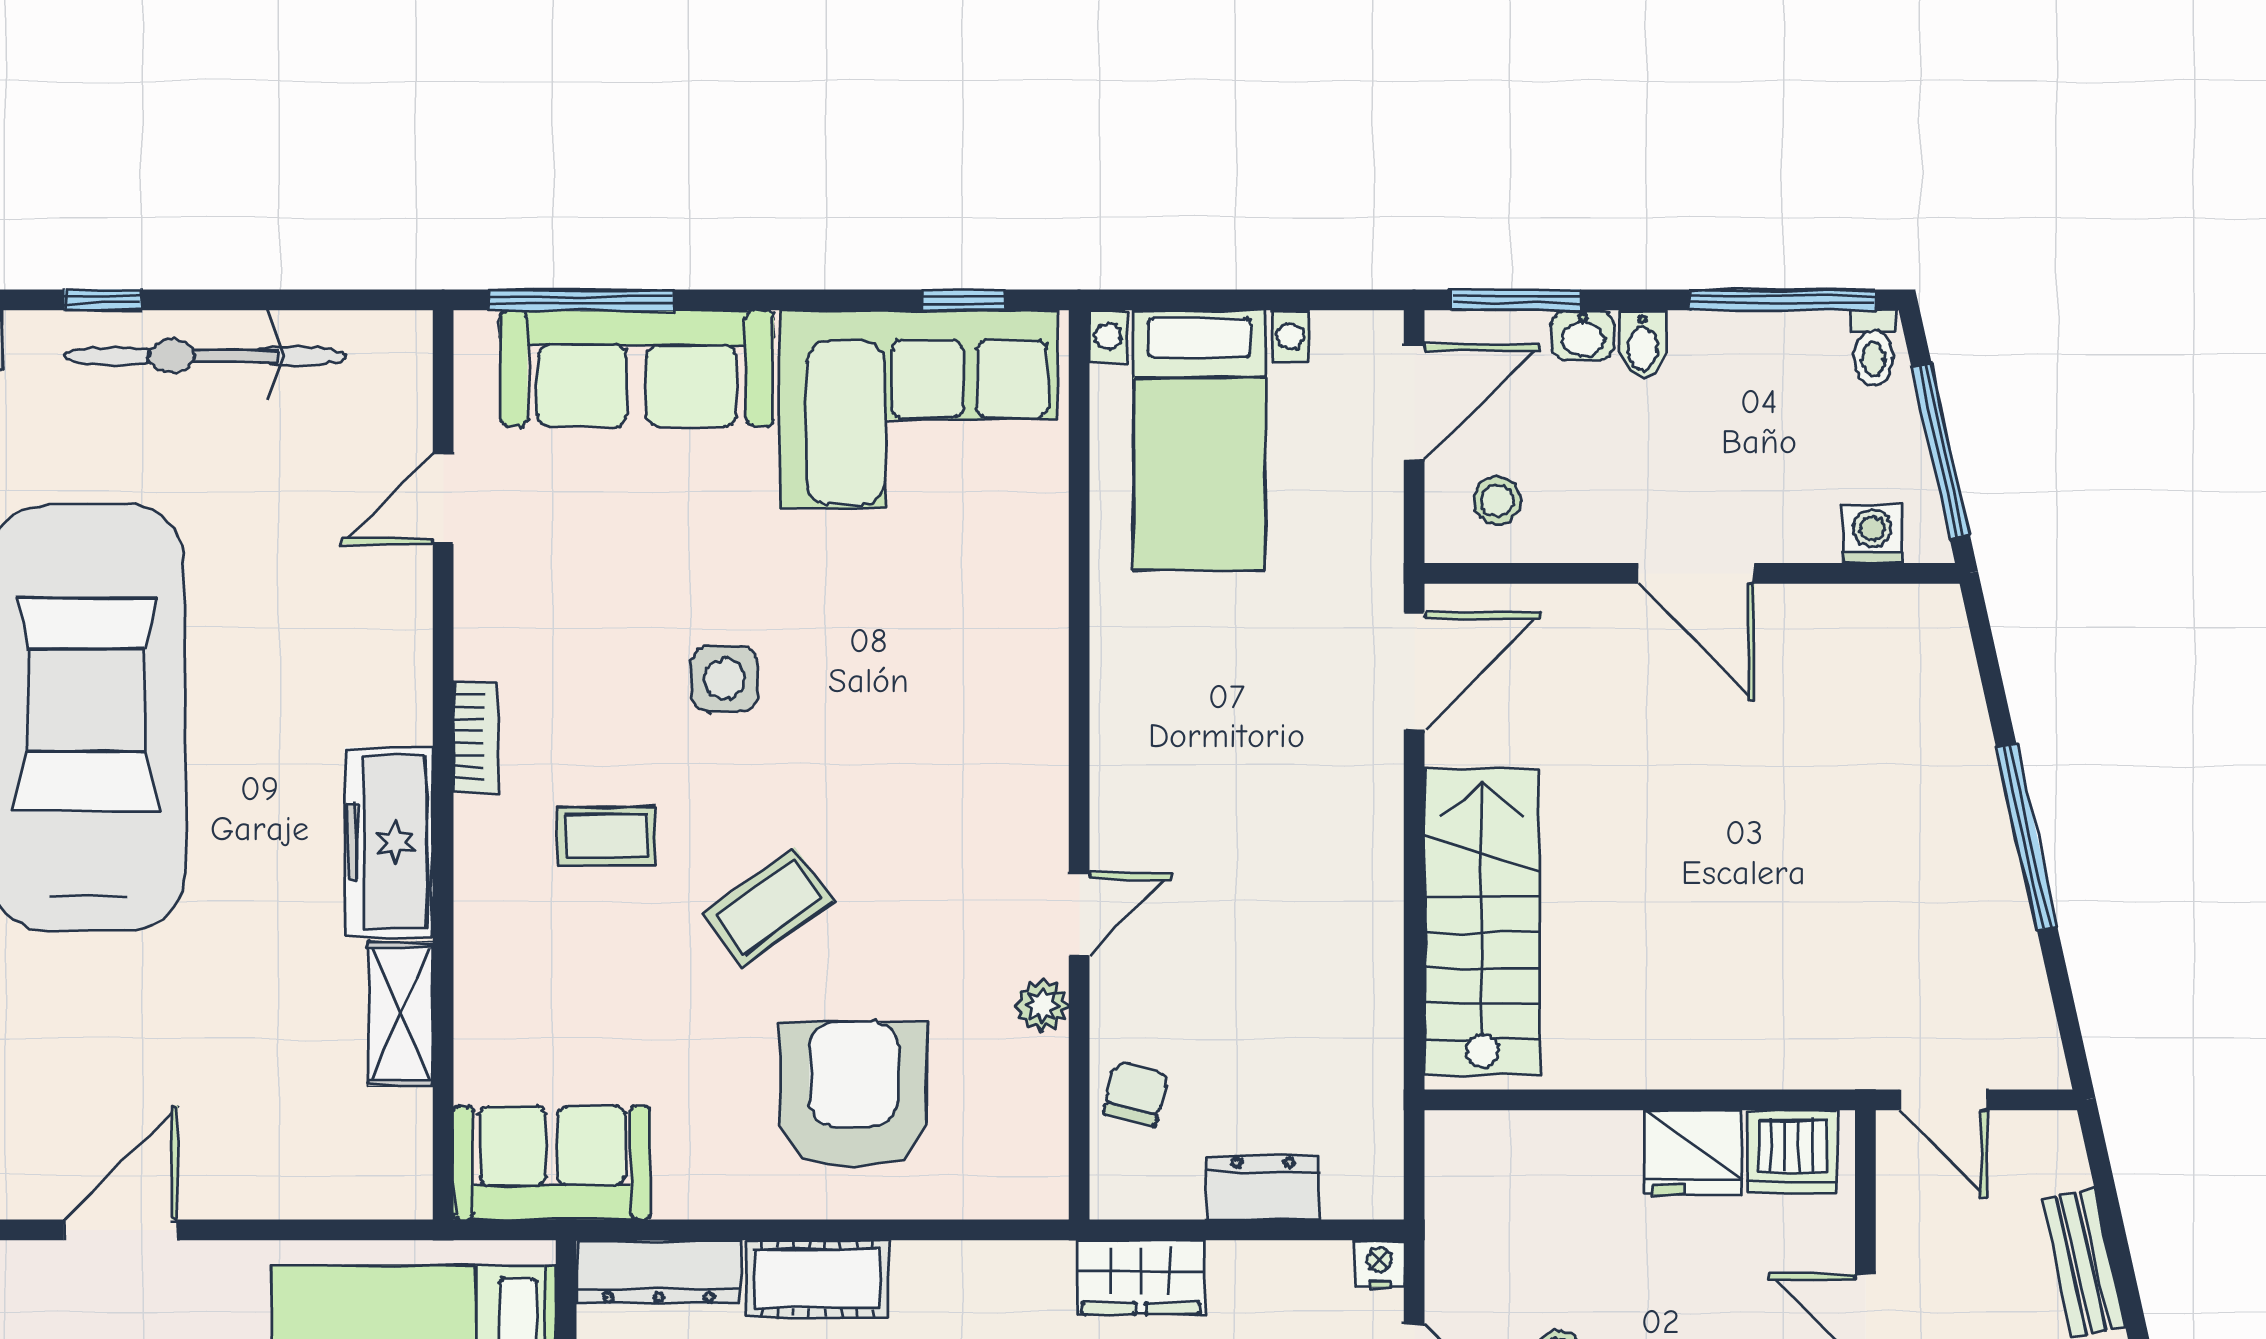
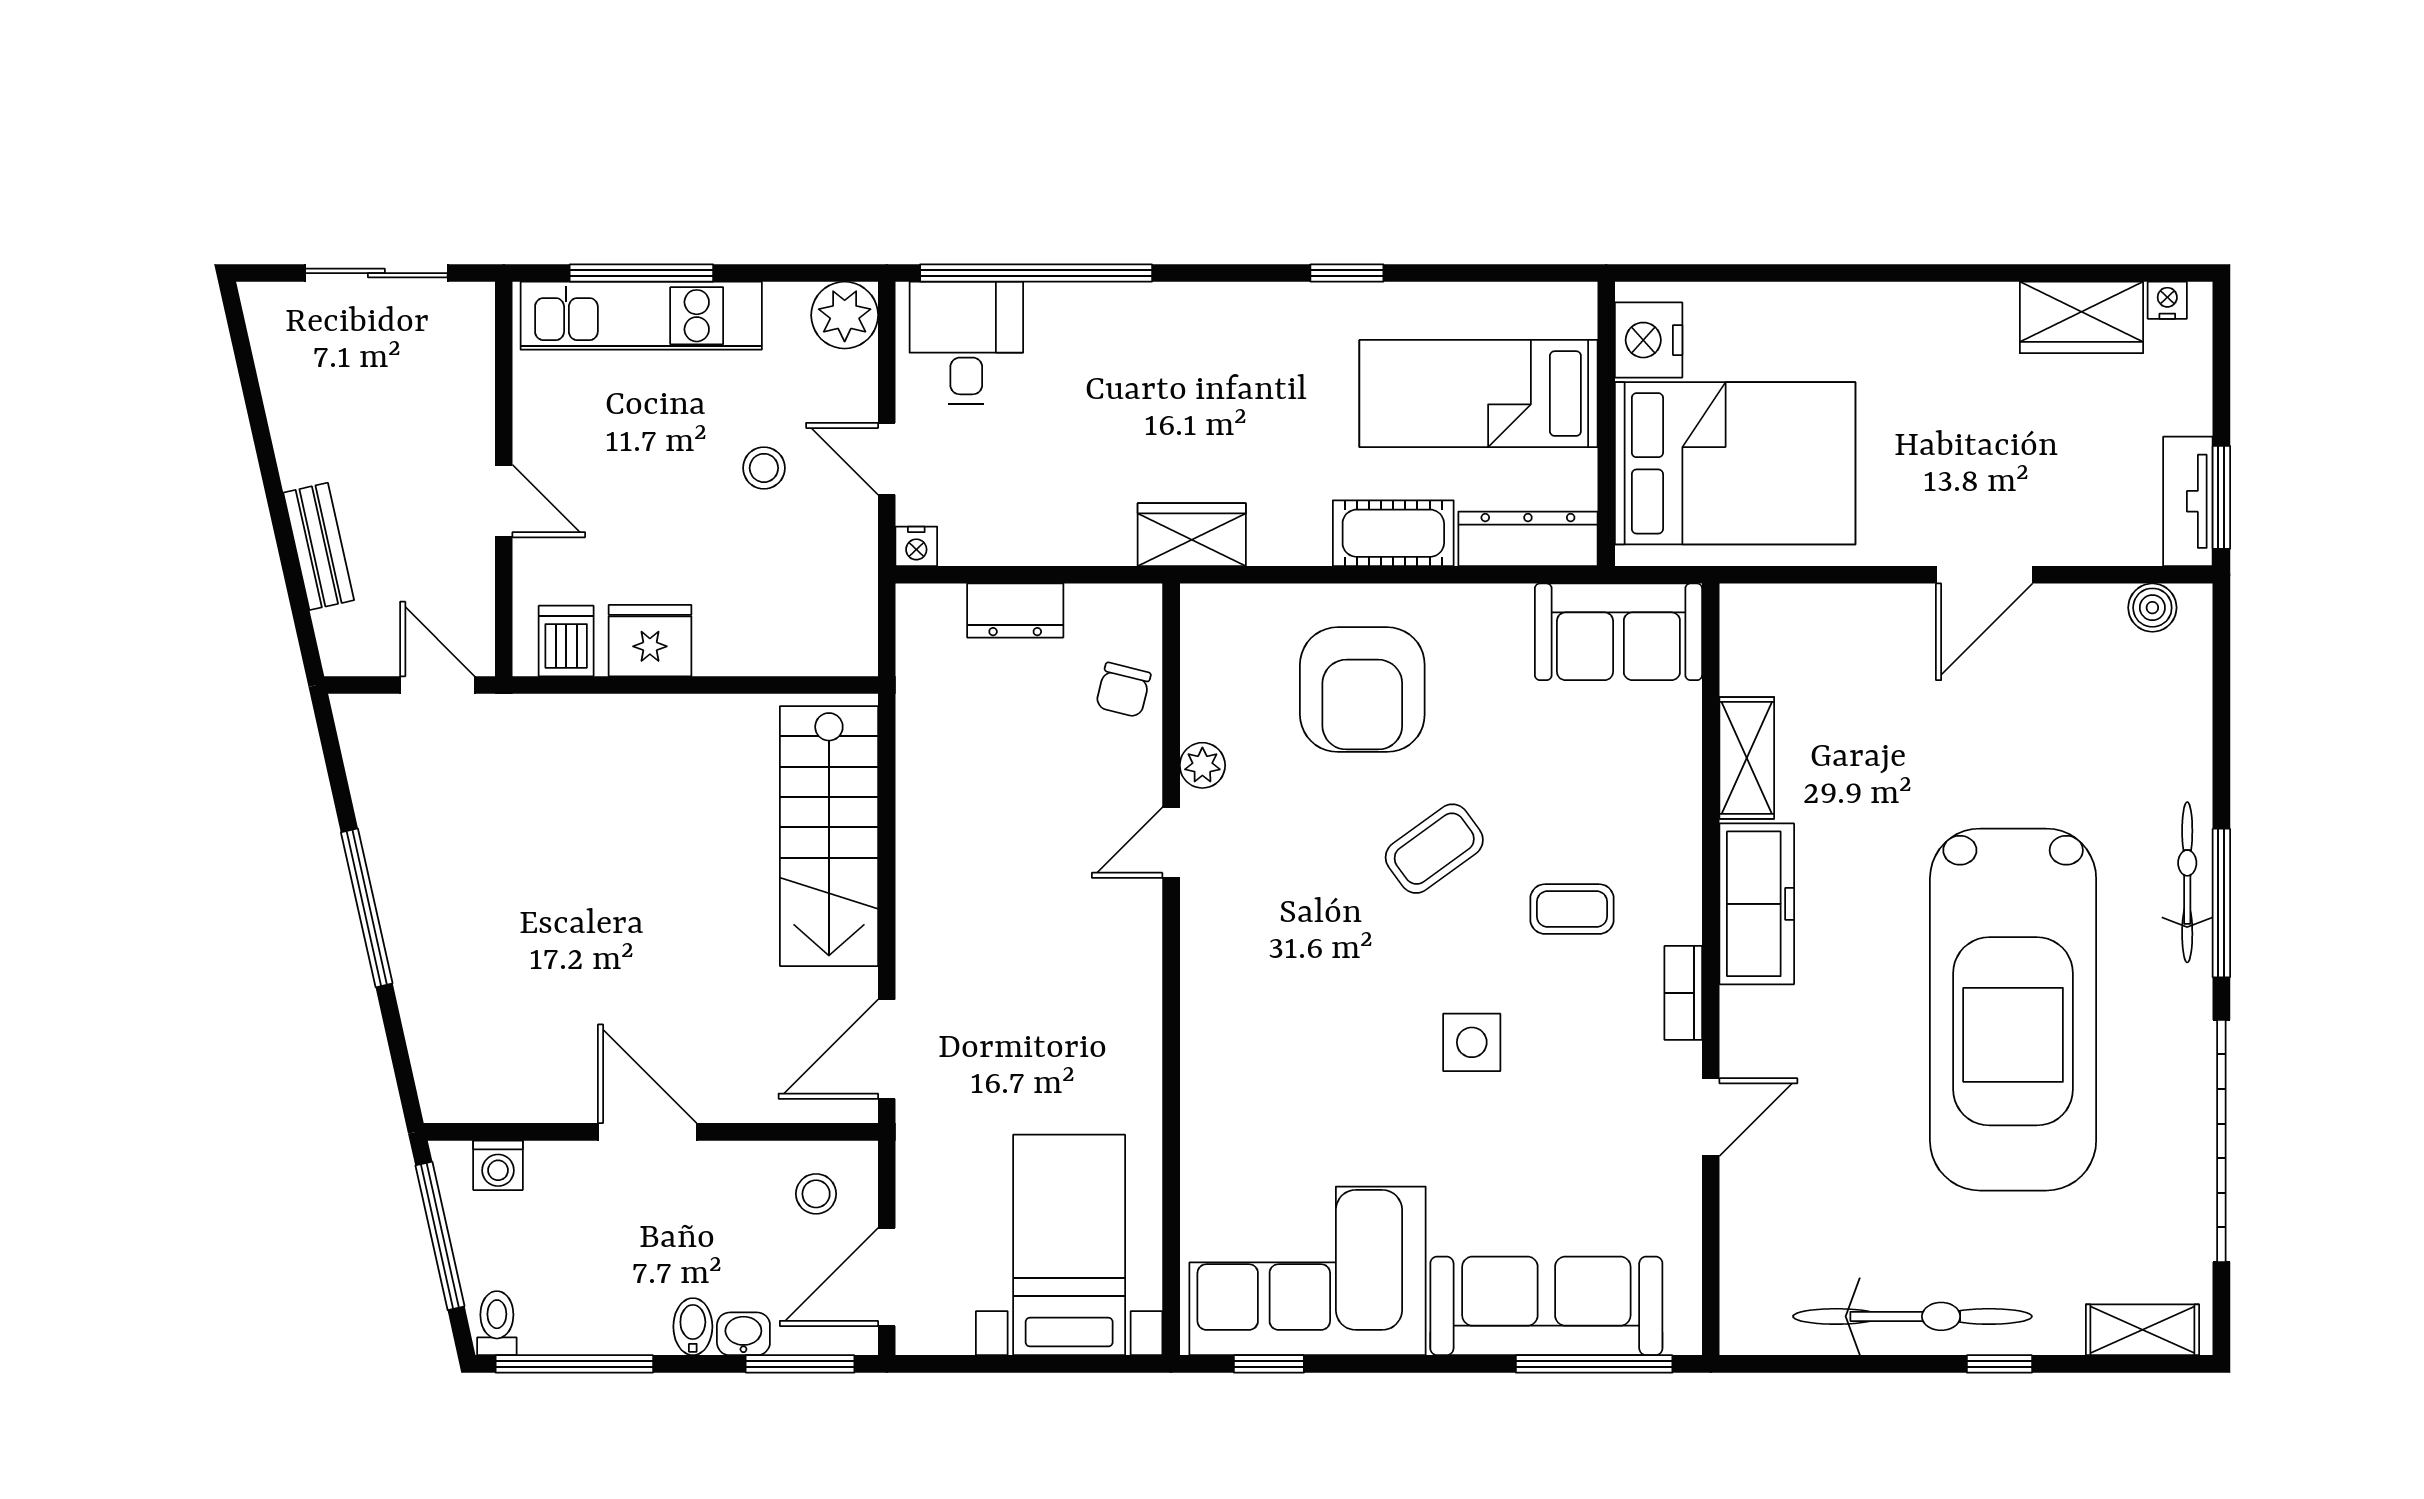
door: (443, 498) -> (1711, 1117), moved
dishwasher: (1792, 1152) -> (566, 641), width x0.73
wardrobe: (1140, 1277) -> (1192, 535), moved

